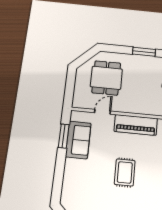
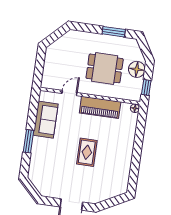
dining table: (106, 78) -> (105, 68), moved, turned 90
window: (64, 136) -> (29, 141), moved

